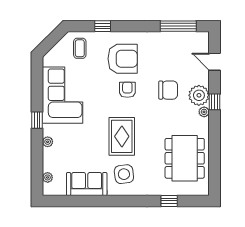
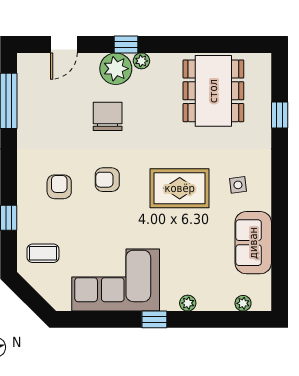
armchair: (123, 59) -> (59, 187), width x0.53, depth x0.53
dining table: (185, 158) -> (213, 91), turned 90
side table: (124, 174) -> (238, 185), width x0.54, depth x0.54

